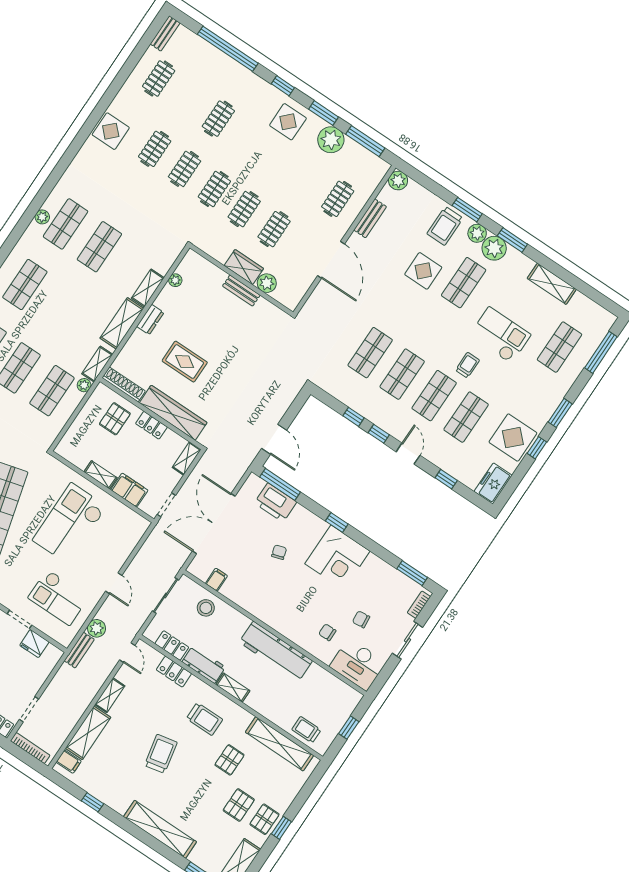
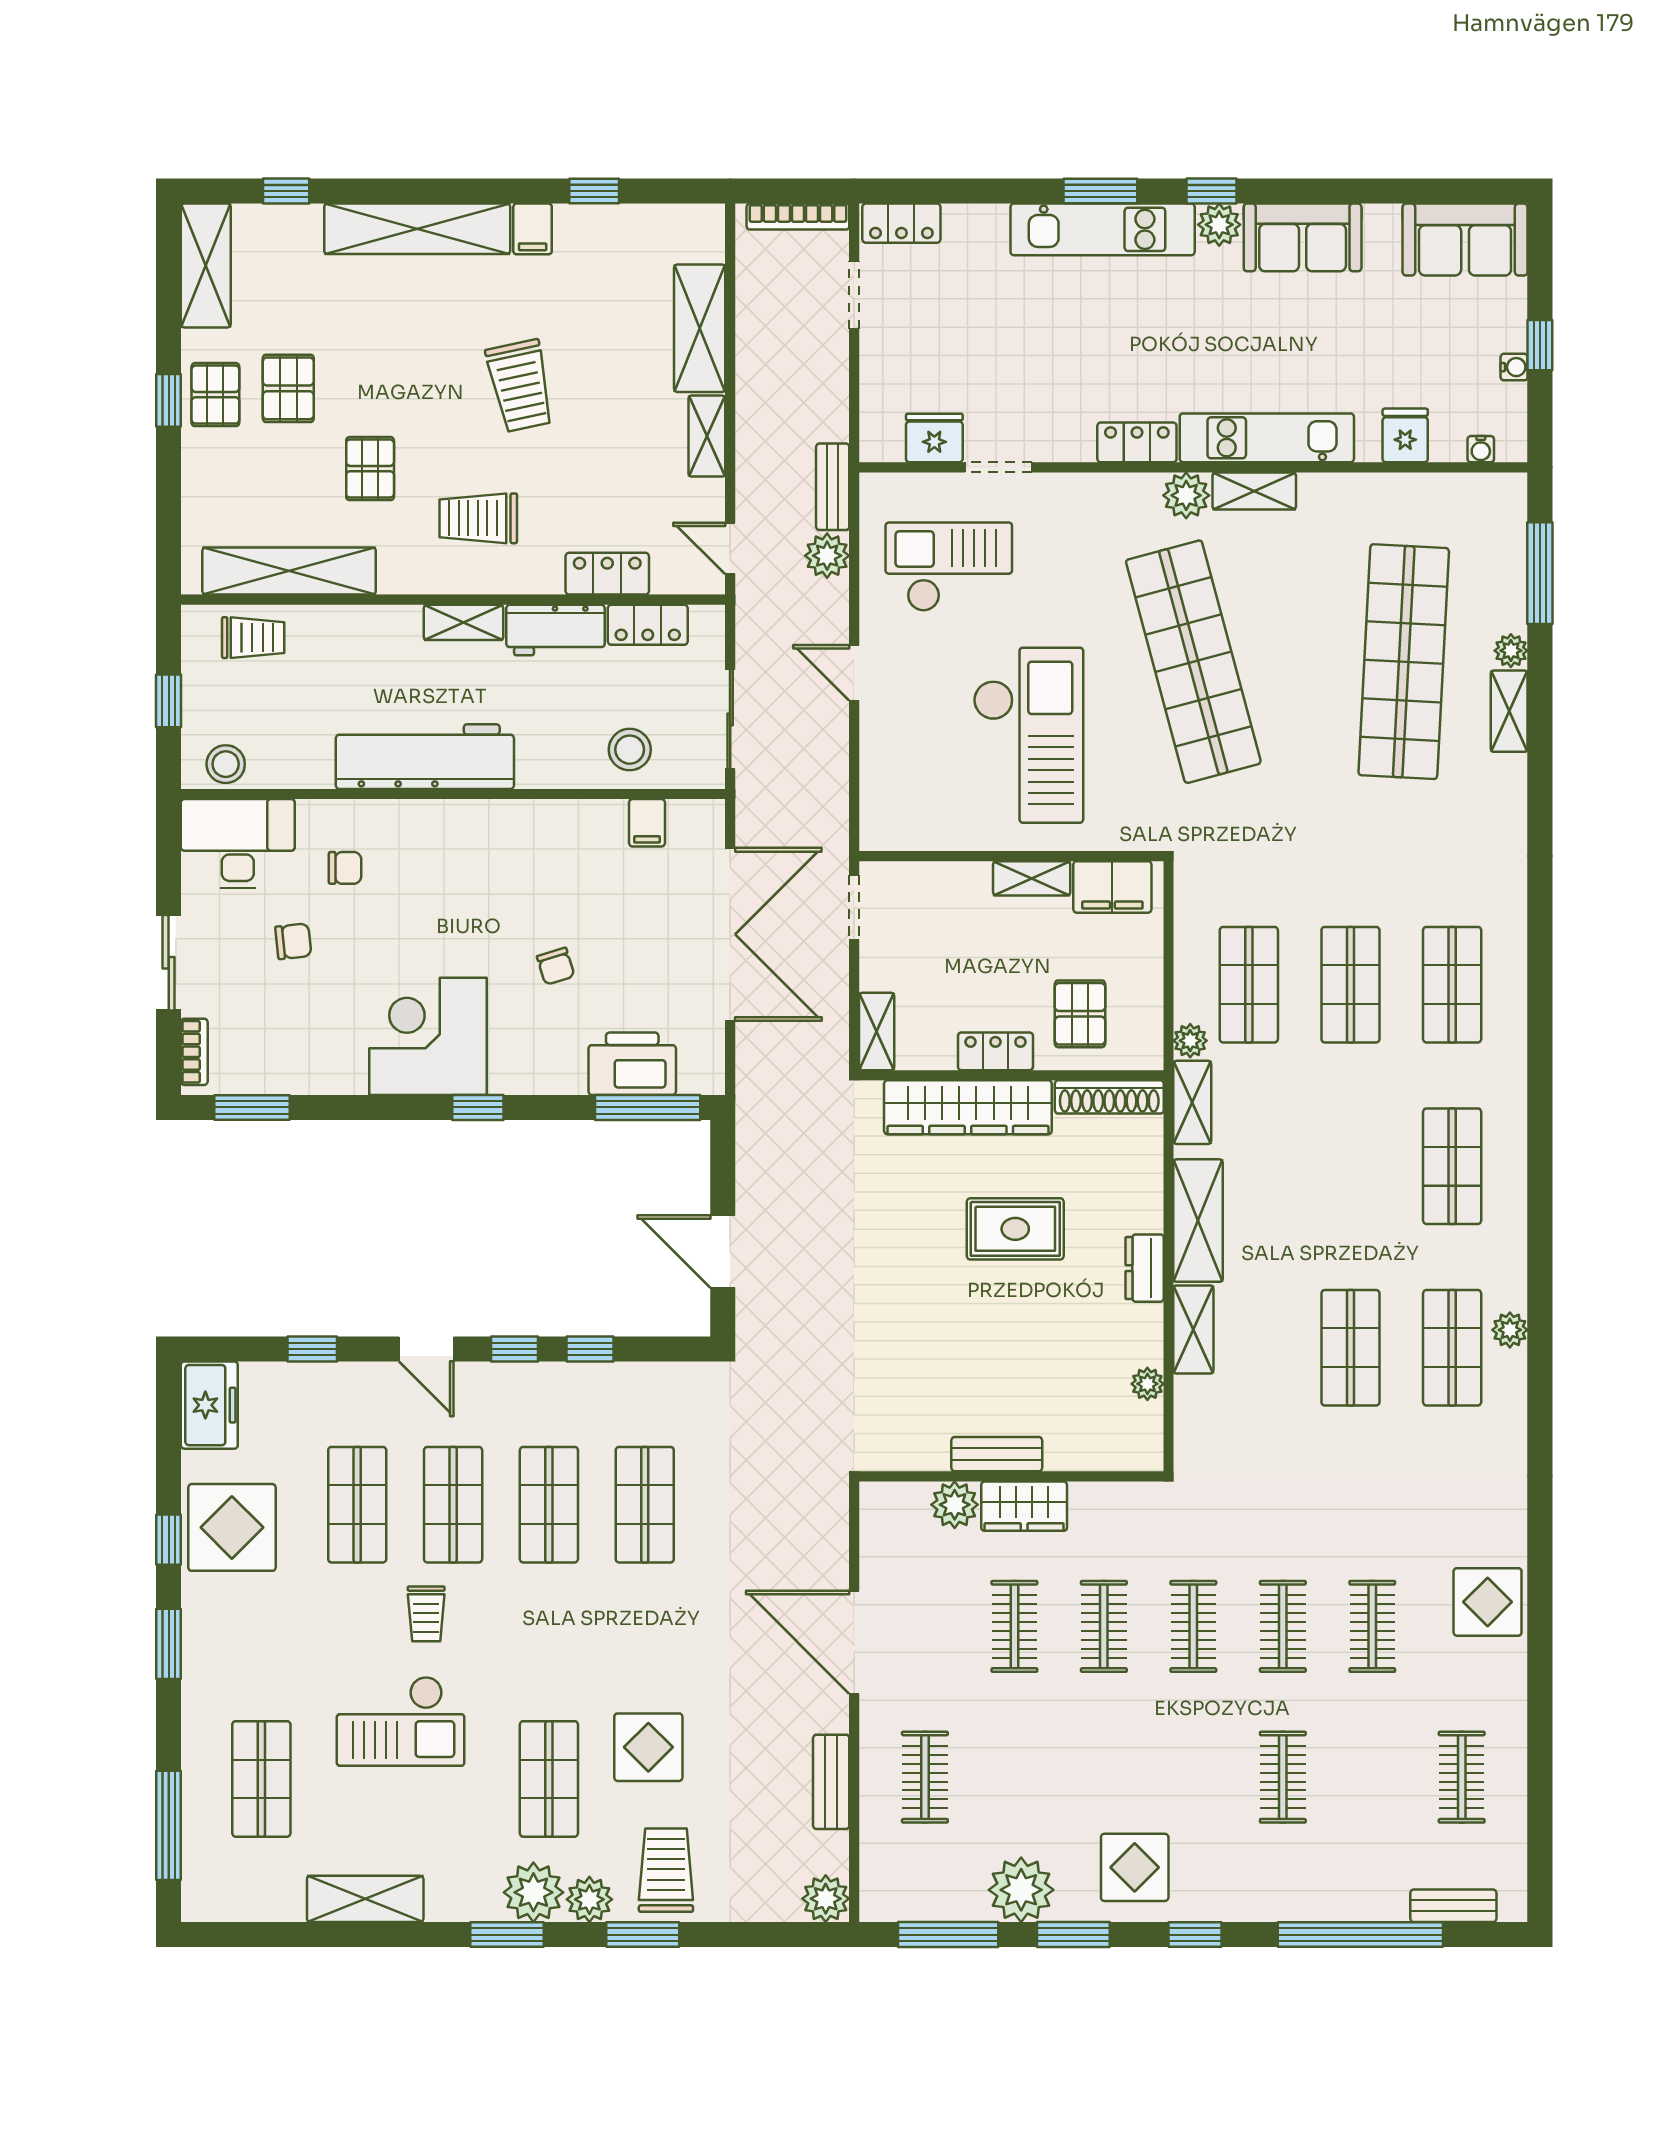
bench: (165, 33) -> (1453, 1906), moved, turned 90
door: (274, 439) -> (723, 1252), moved
filing cabinet: (129, 490) -> (1112, 887), moved
stool: (344, 694) -> (226, 764), added
filing cabinet: (69, 762) -> (533, 229), moved, turned -90

